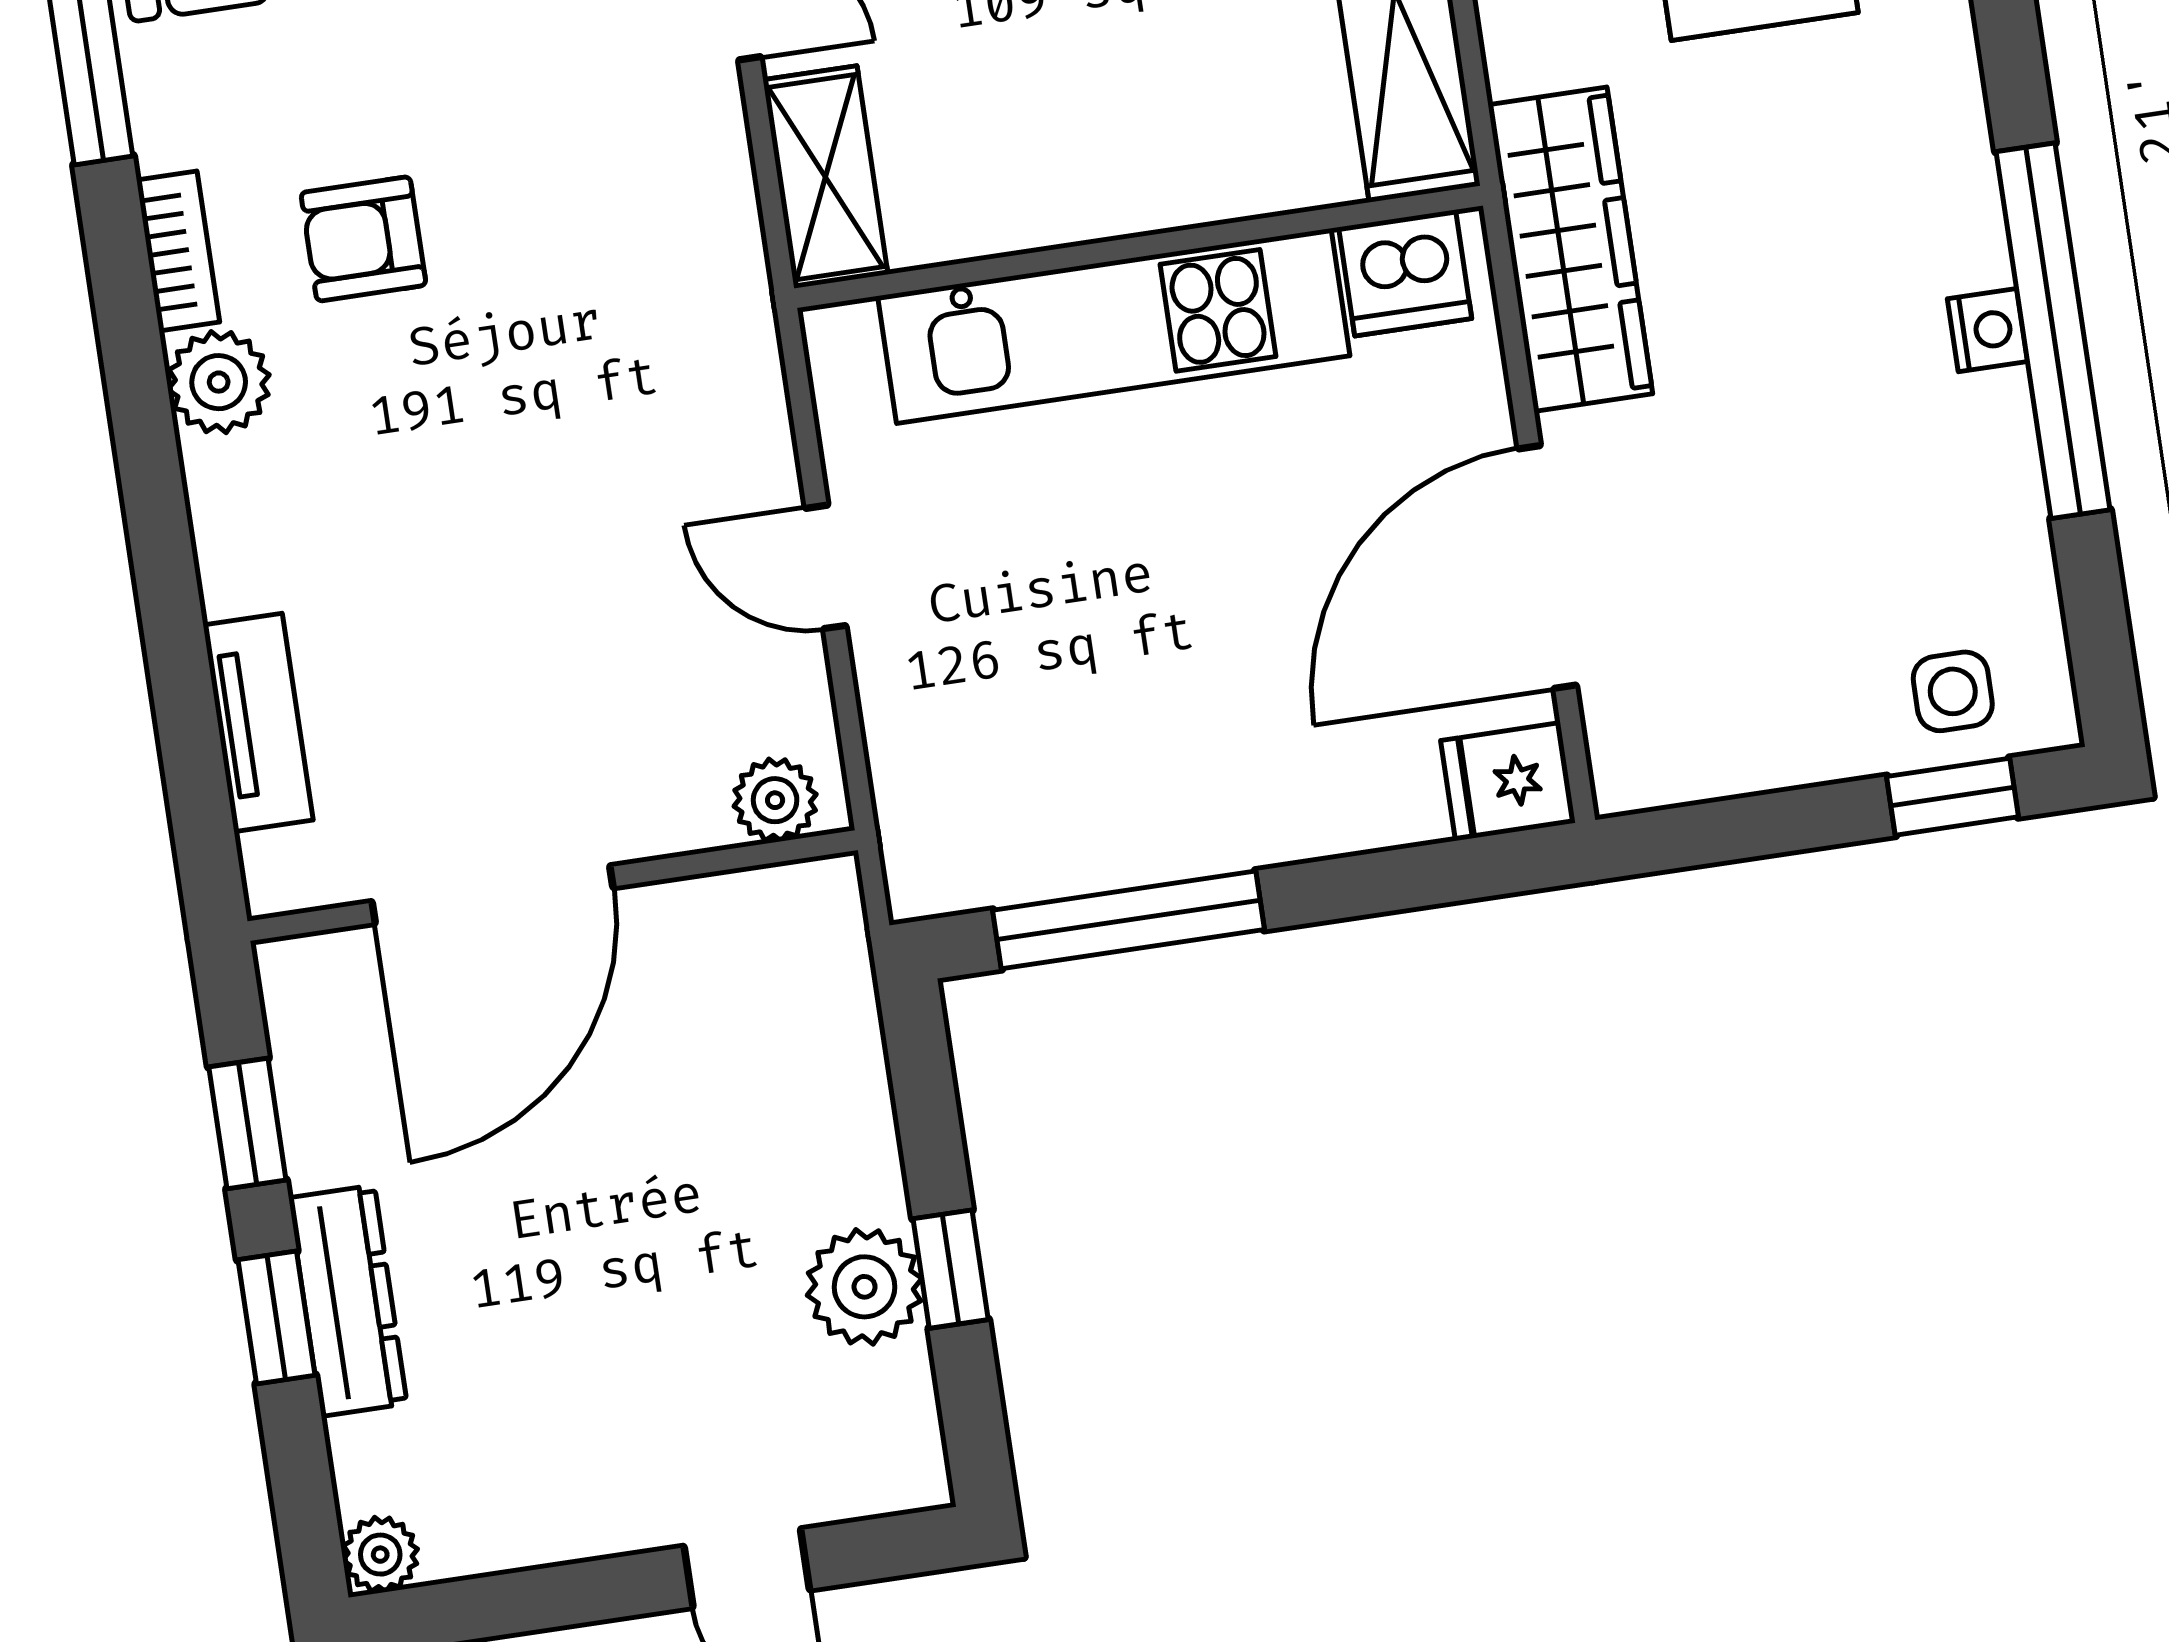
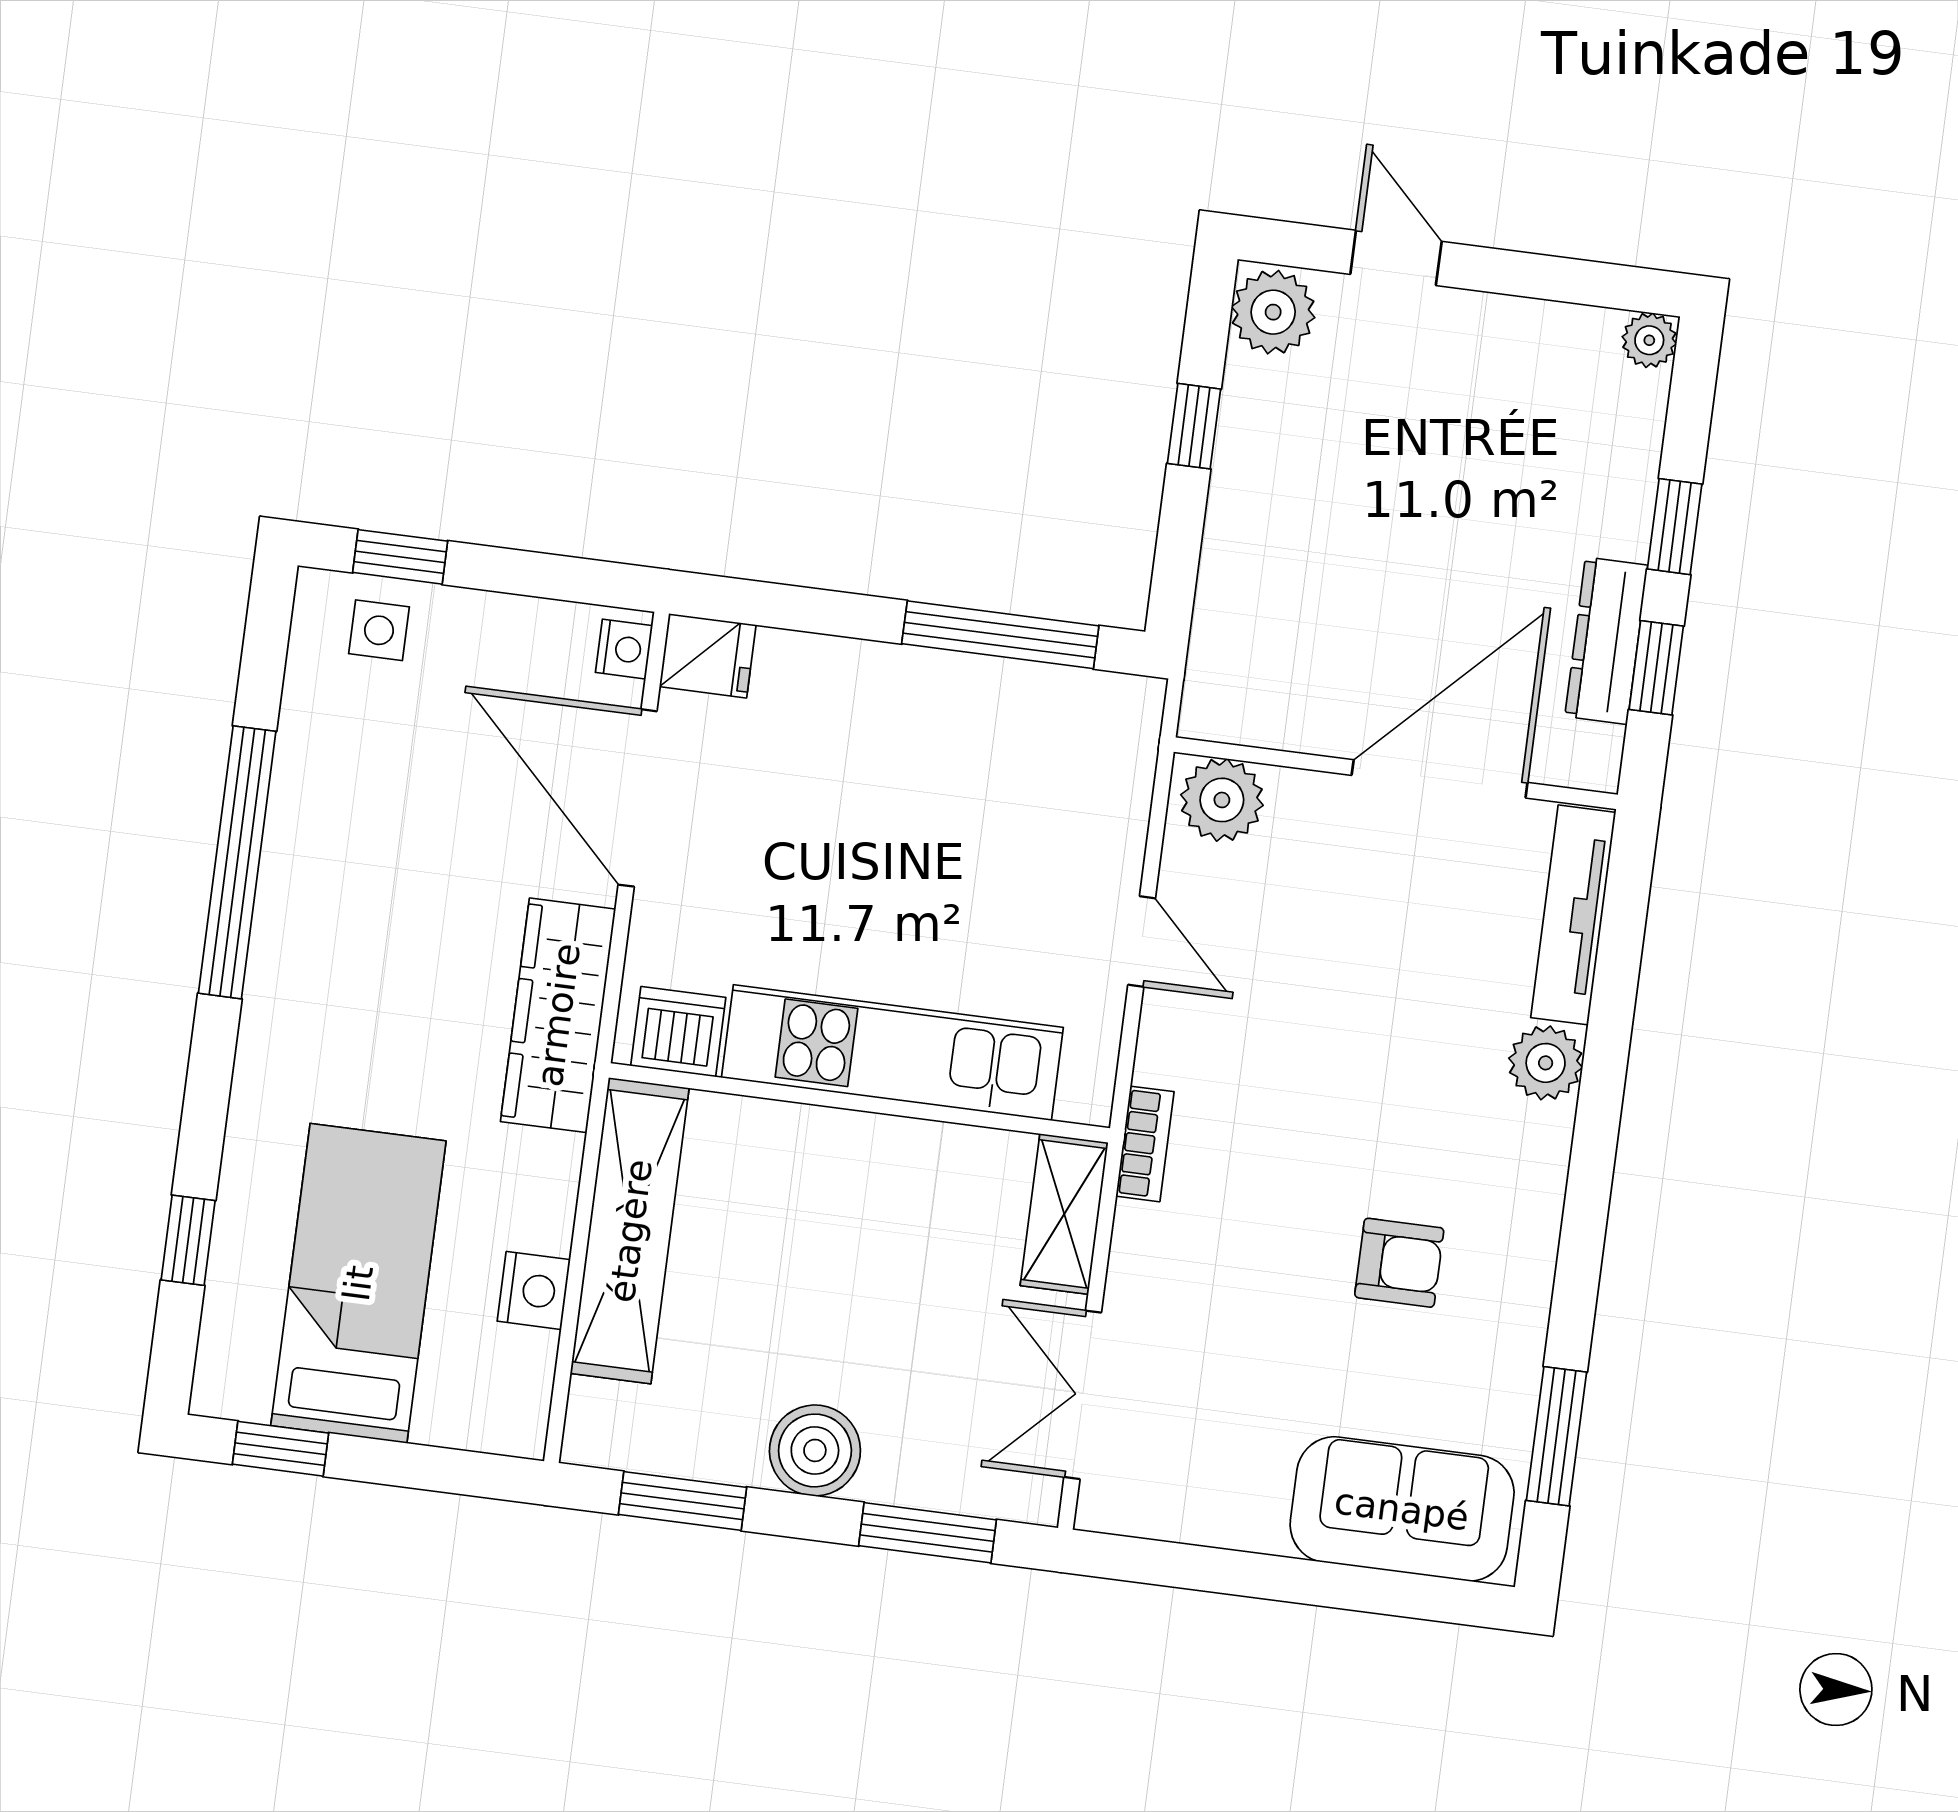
bookcase: (178, 251) -> (1145, 1144), moved, turned 180
nightstand: (1987, 330) -> (624, 649), moved, turned 180
plant: (219, 382) -> (1546, 1063), moved
door: (1547, 567) -> (638, 798), swing flipped
tv unit: (258, 723) -> (1573, 915), width x1.41
plant: (775, 800) -> (1222, 800), width x1.38, depth x1.38
plant: (865, 1287) -> (1273, 312), moved
dresser: (348, 1301) -> (1606, 641), moved

